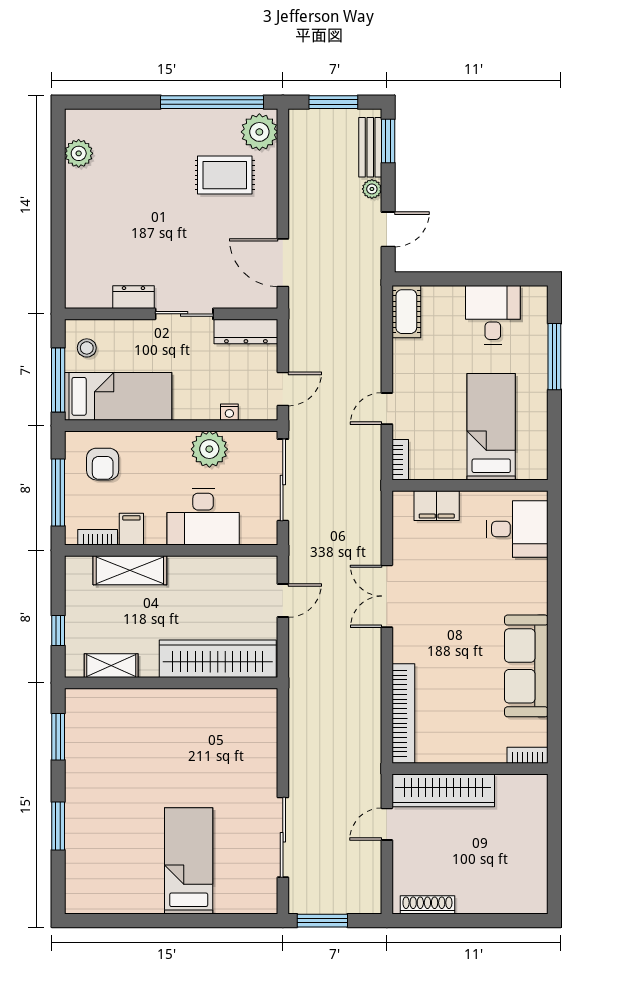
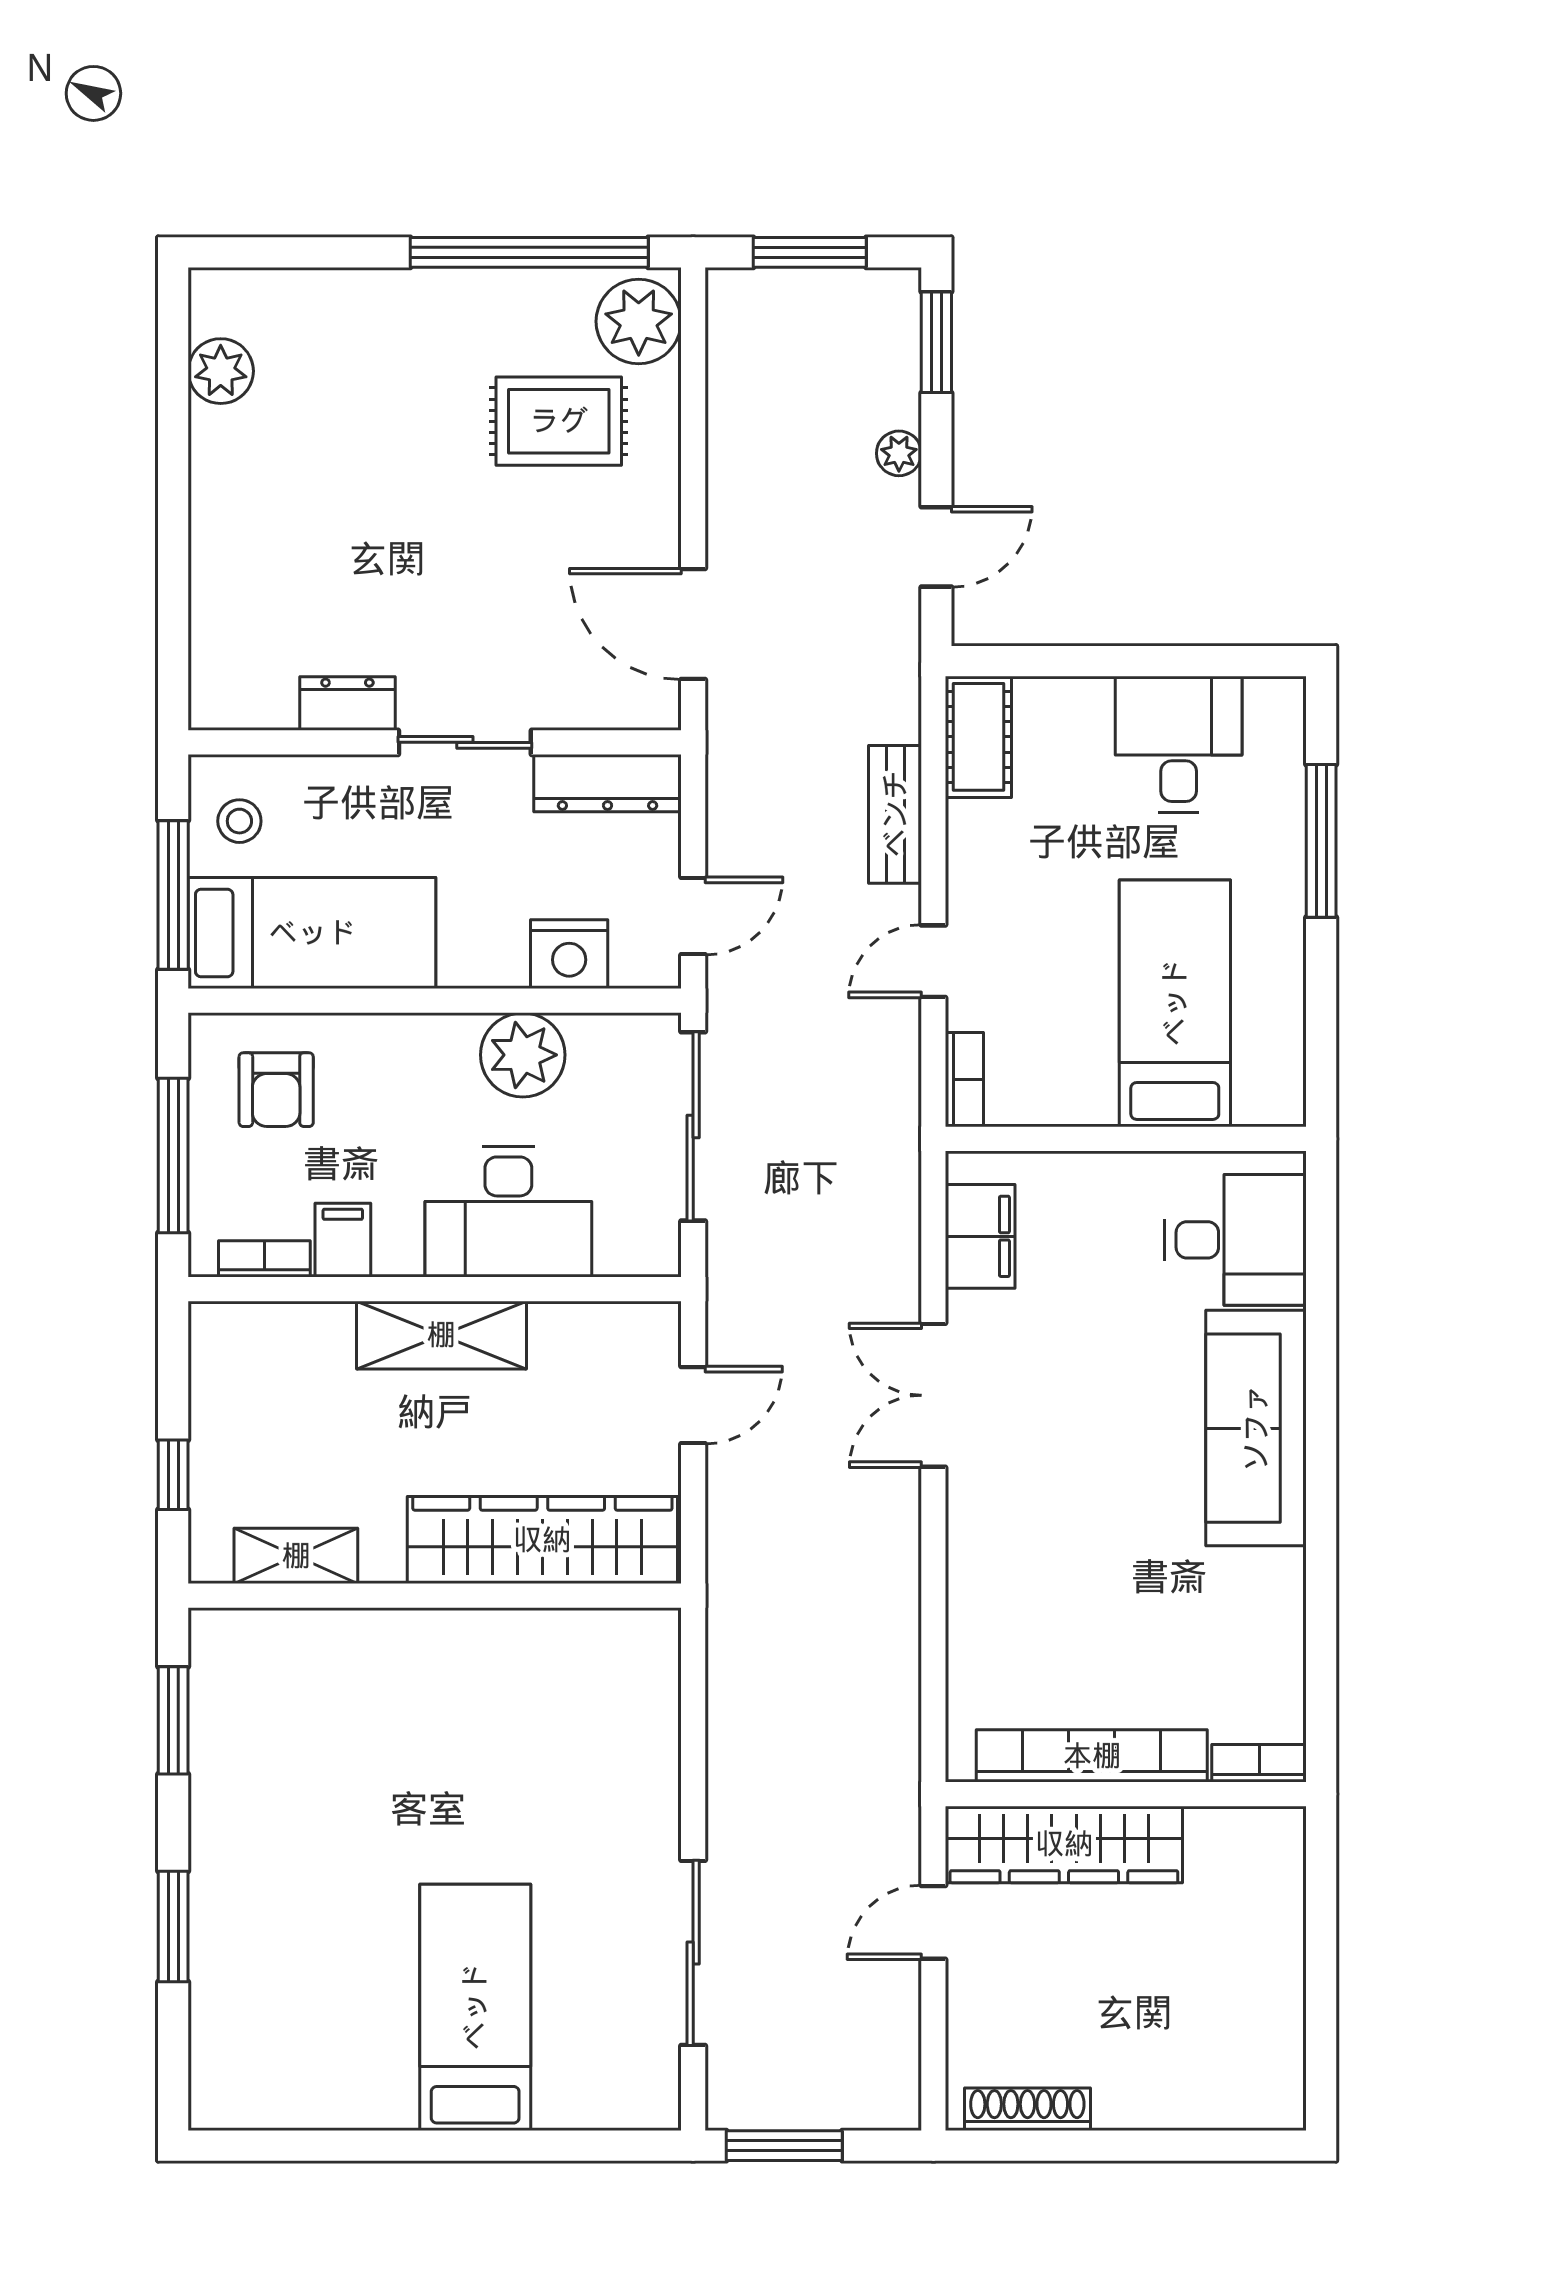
bench: (370, 147) -> (895, 814), moved
nightstand: (229, 412) -> (569, 954), width x1.89, depth x1.79
filing cabinet: (437, 506) -> (980, 1236), moved, turned -90
shelving: (130, 570) -> (441, 1335), moved
sofa: (526, 666) -> (1256, 1428), moved
bookcase: (403, 714) -> (1092, 1756), moved, turned -90

